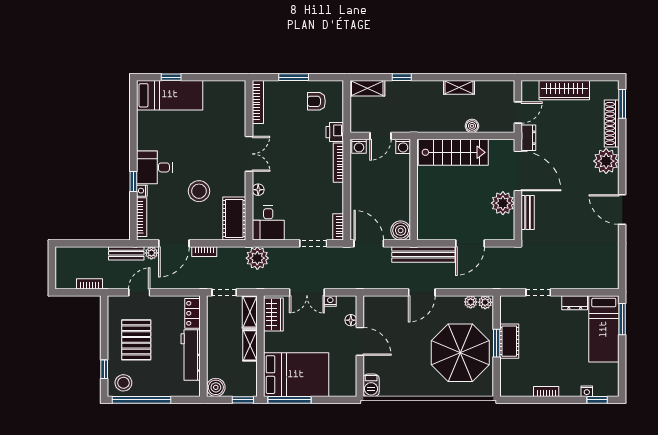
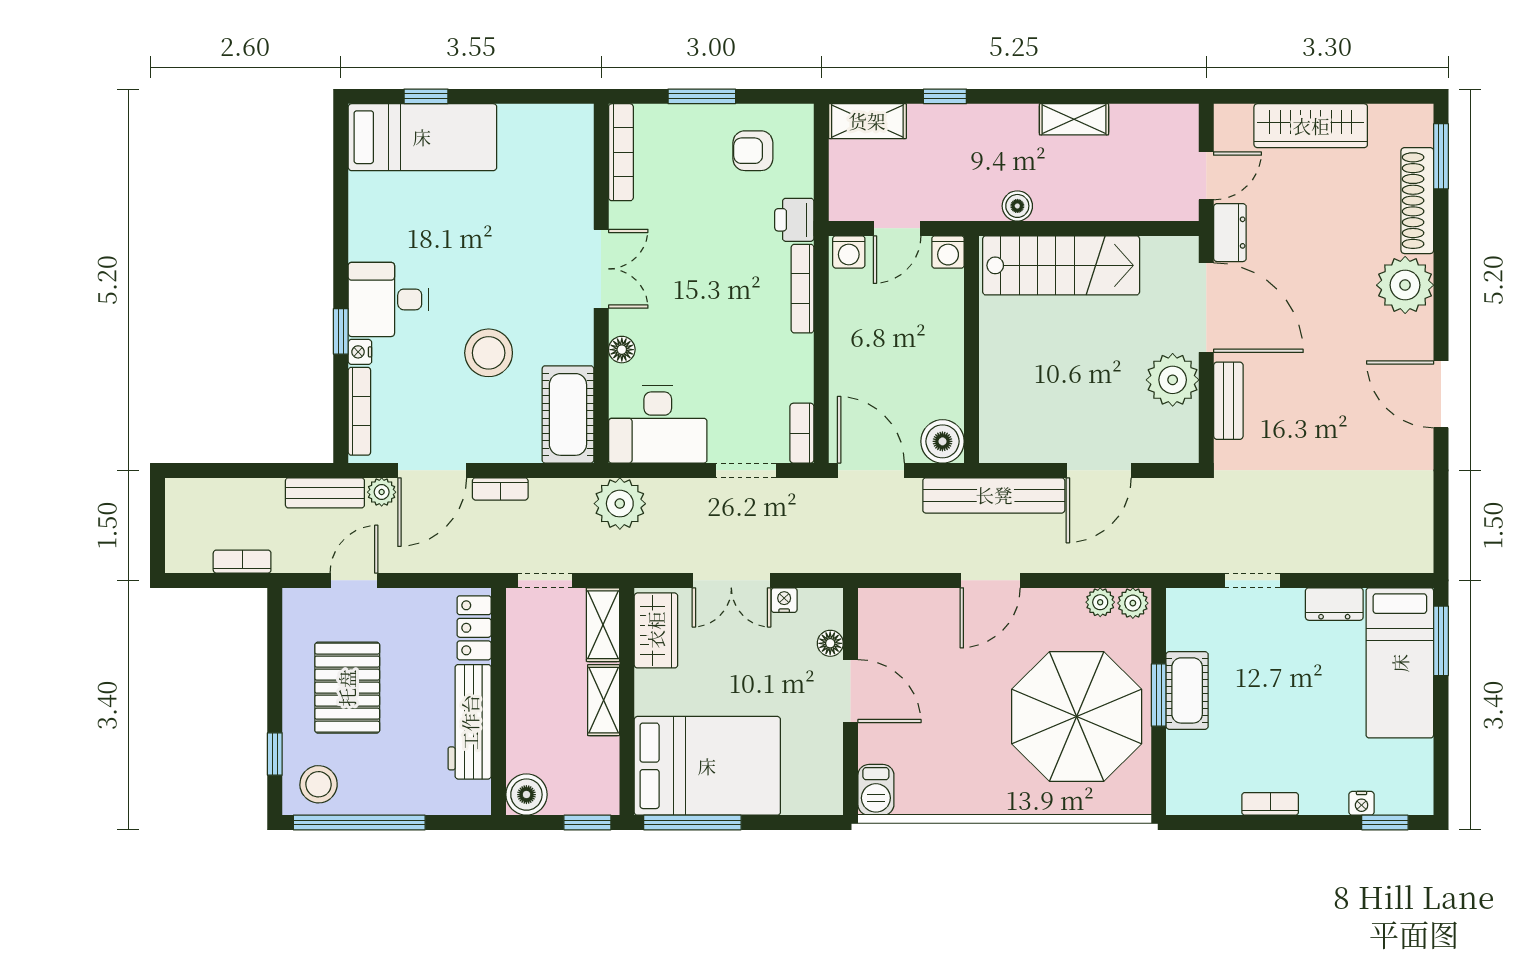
boiler: (472, 126) -> (1017, 206), moved
desk: (268, 223) -> (658, 424), width x1.37

